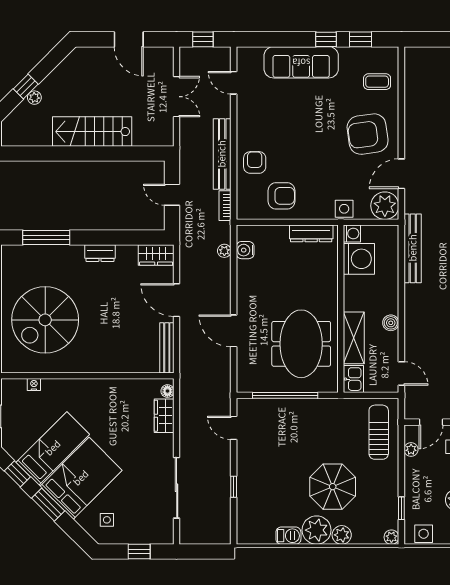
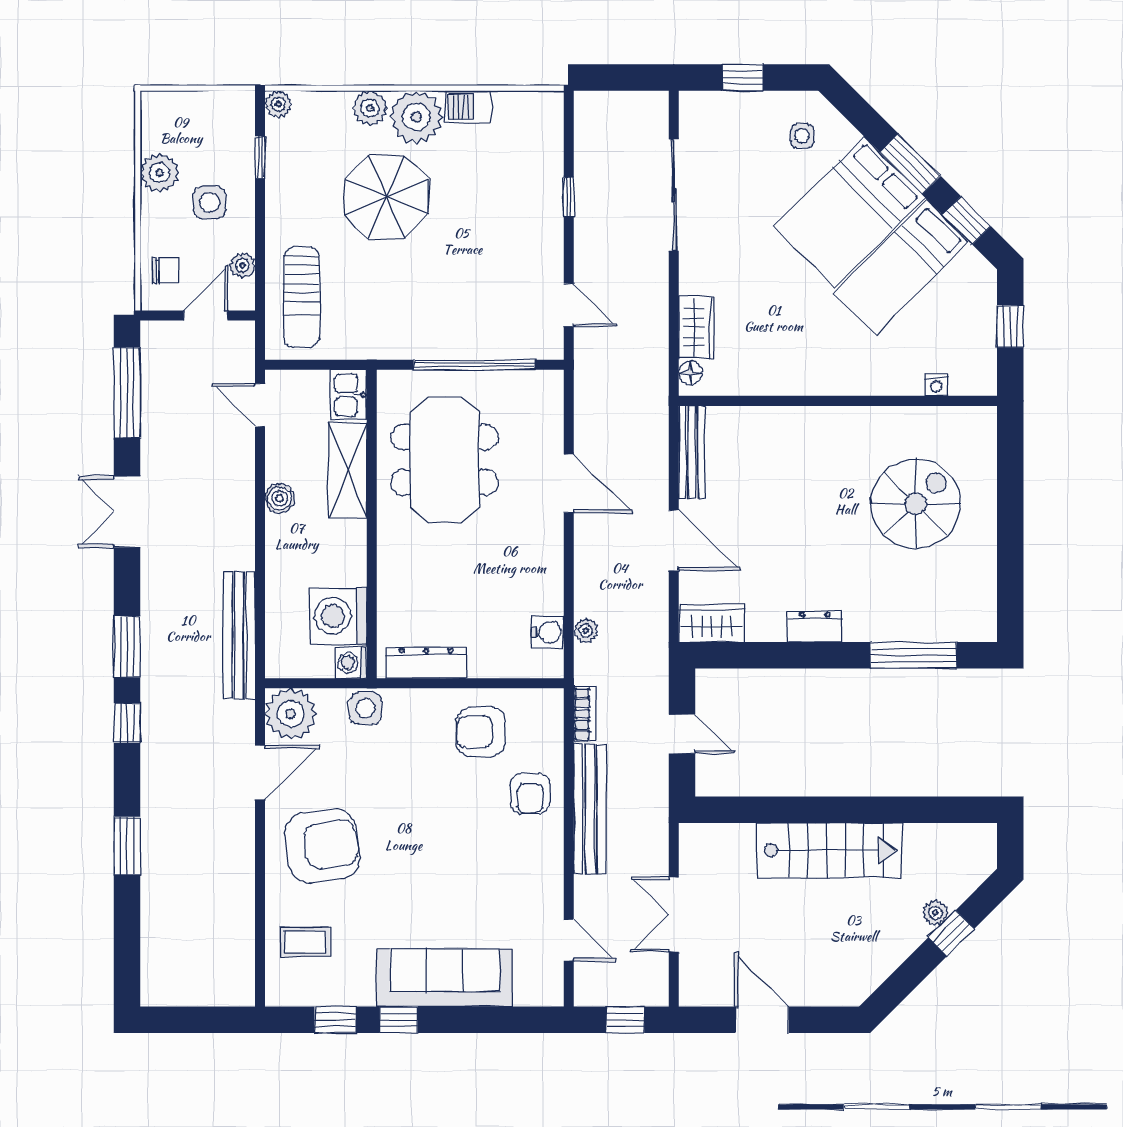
spiral stairs: (45, 320) -> (916, 504), width x0.73, depth x0.73
side table: (424, 534) -> (209, 202), moved

